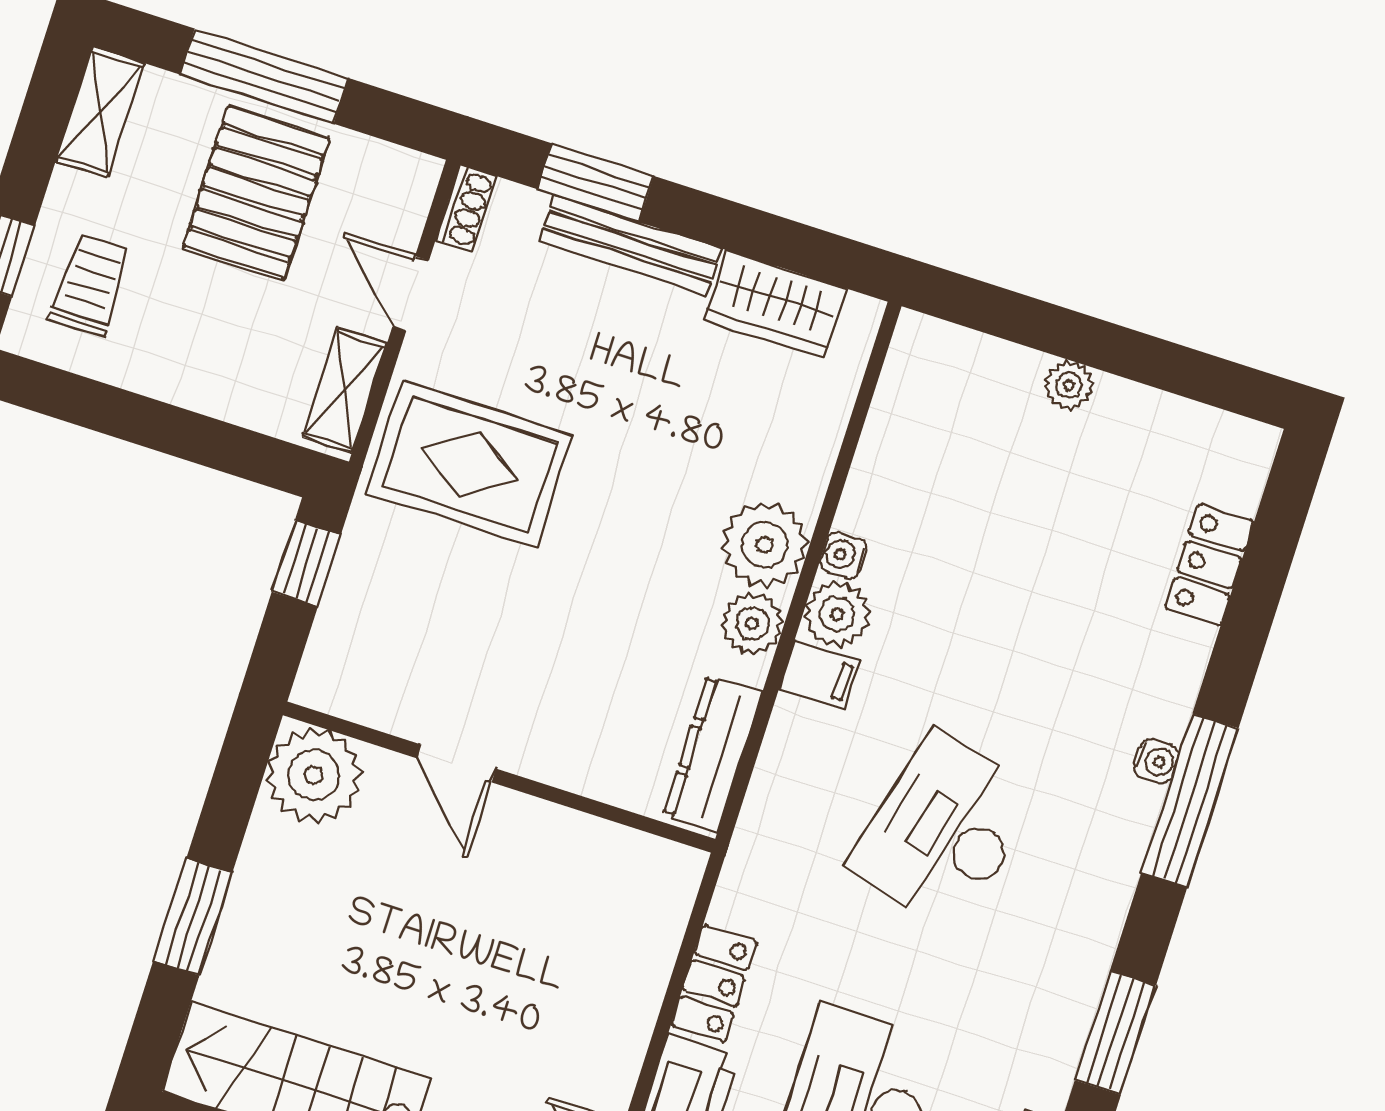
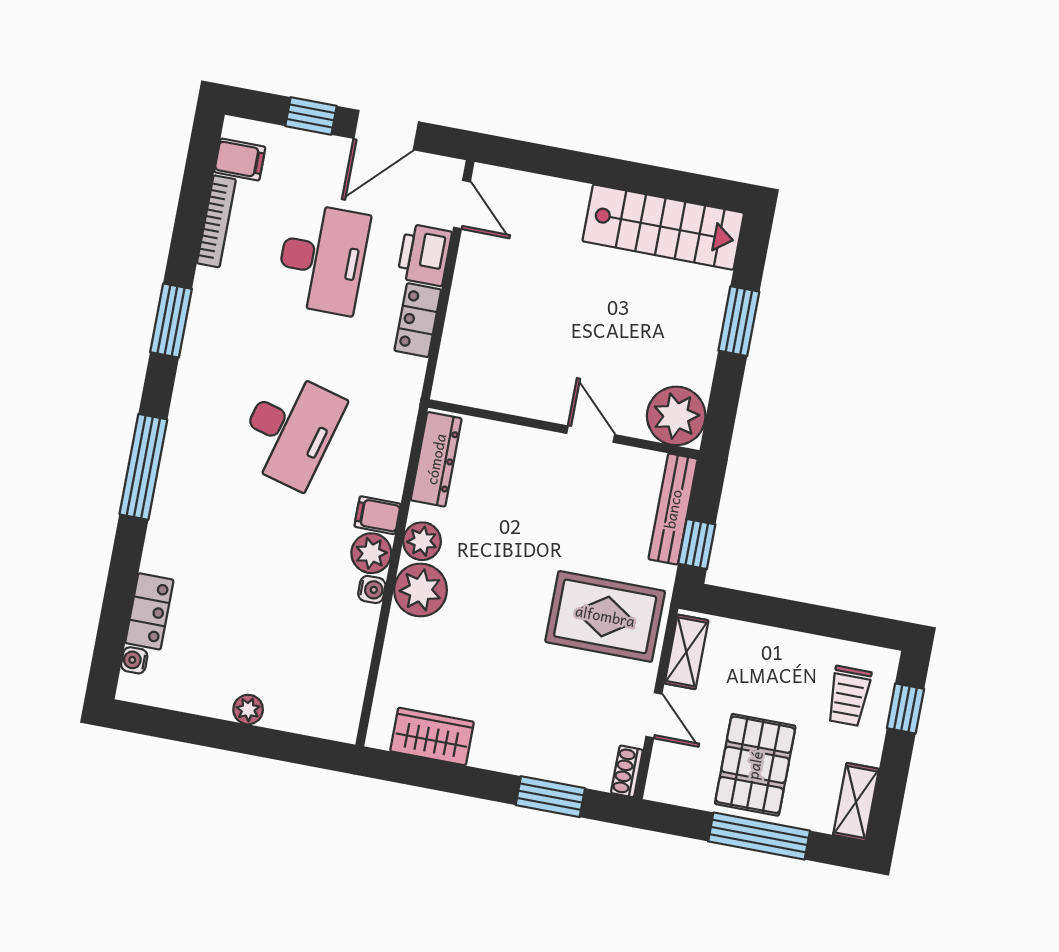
bench: (630, 245) -> (673, 509), moved, turned 90
water cooler: (1156, 761) -> (134, 660), moved

